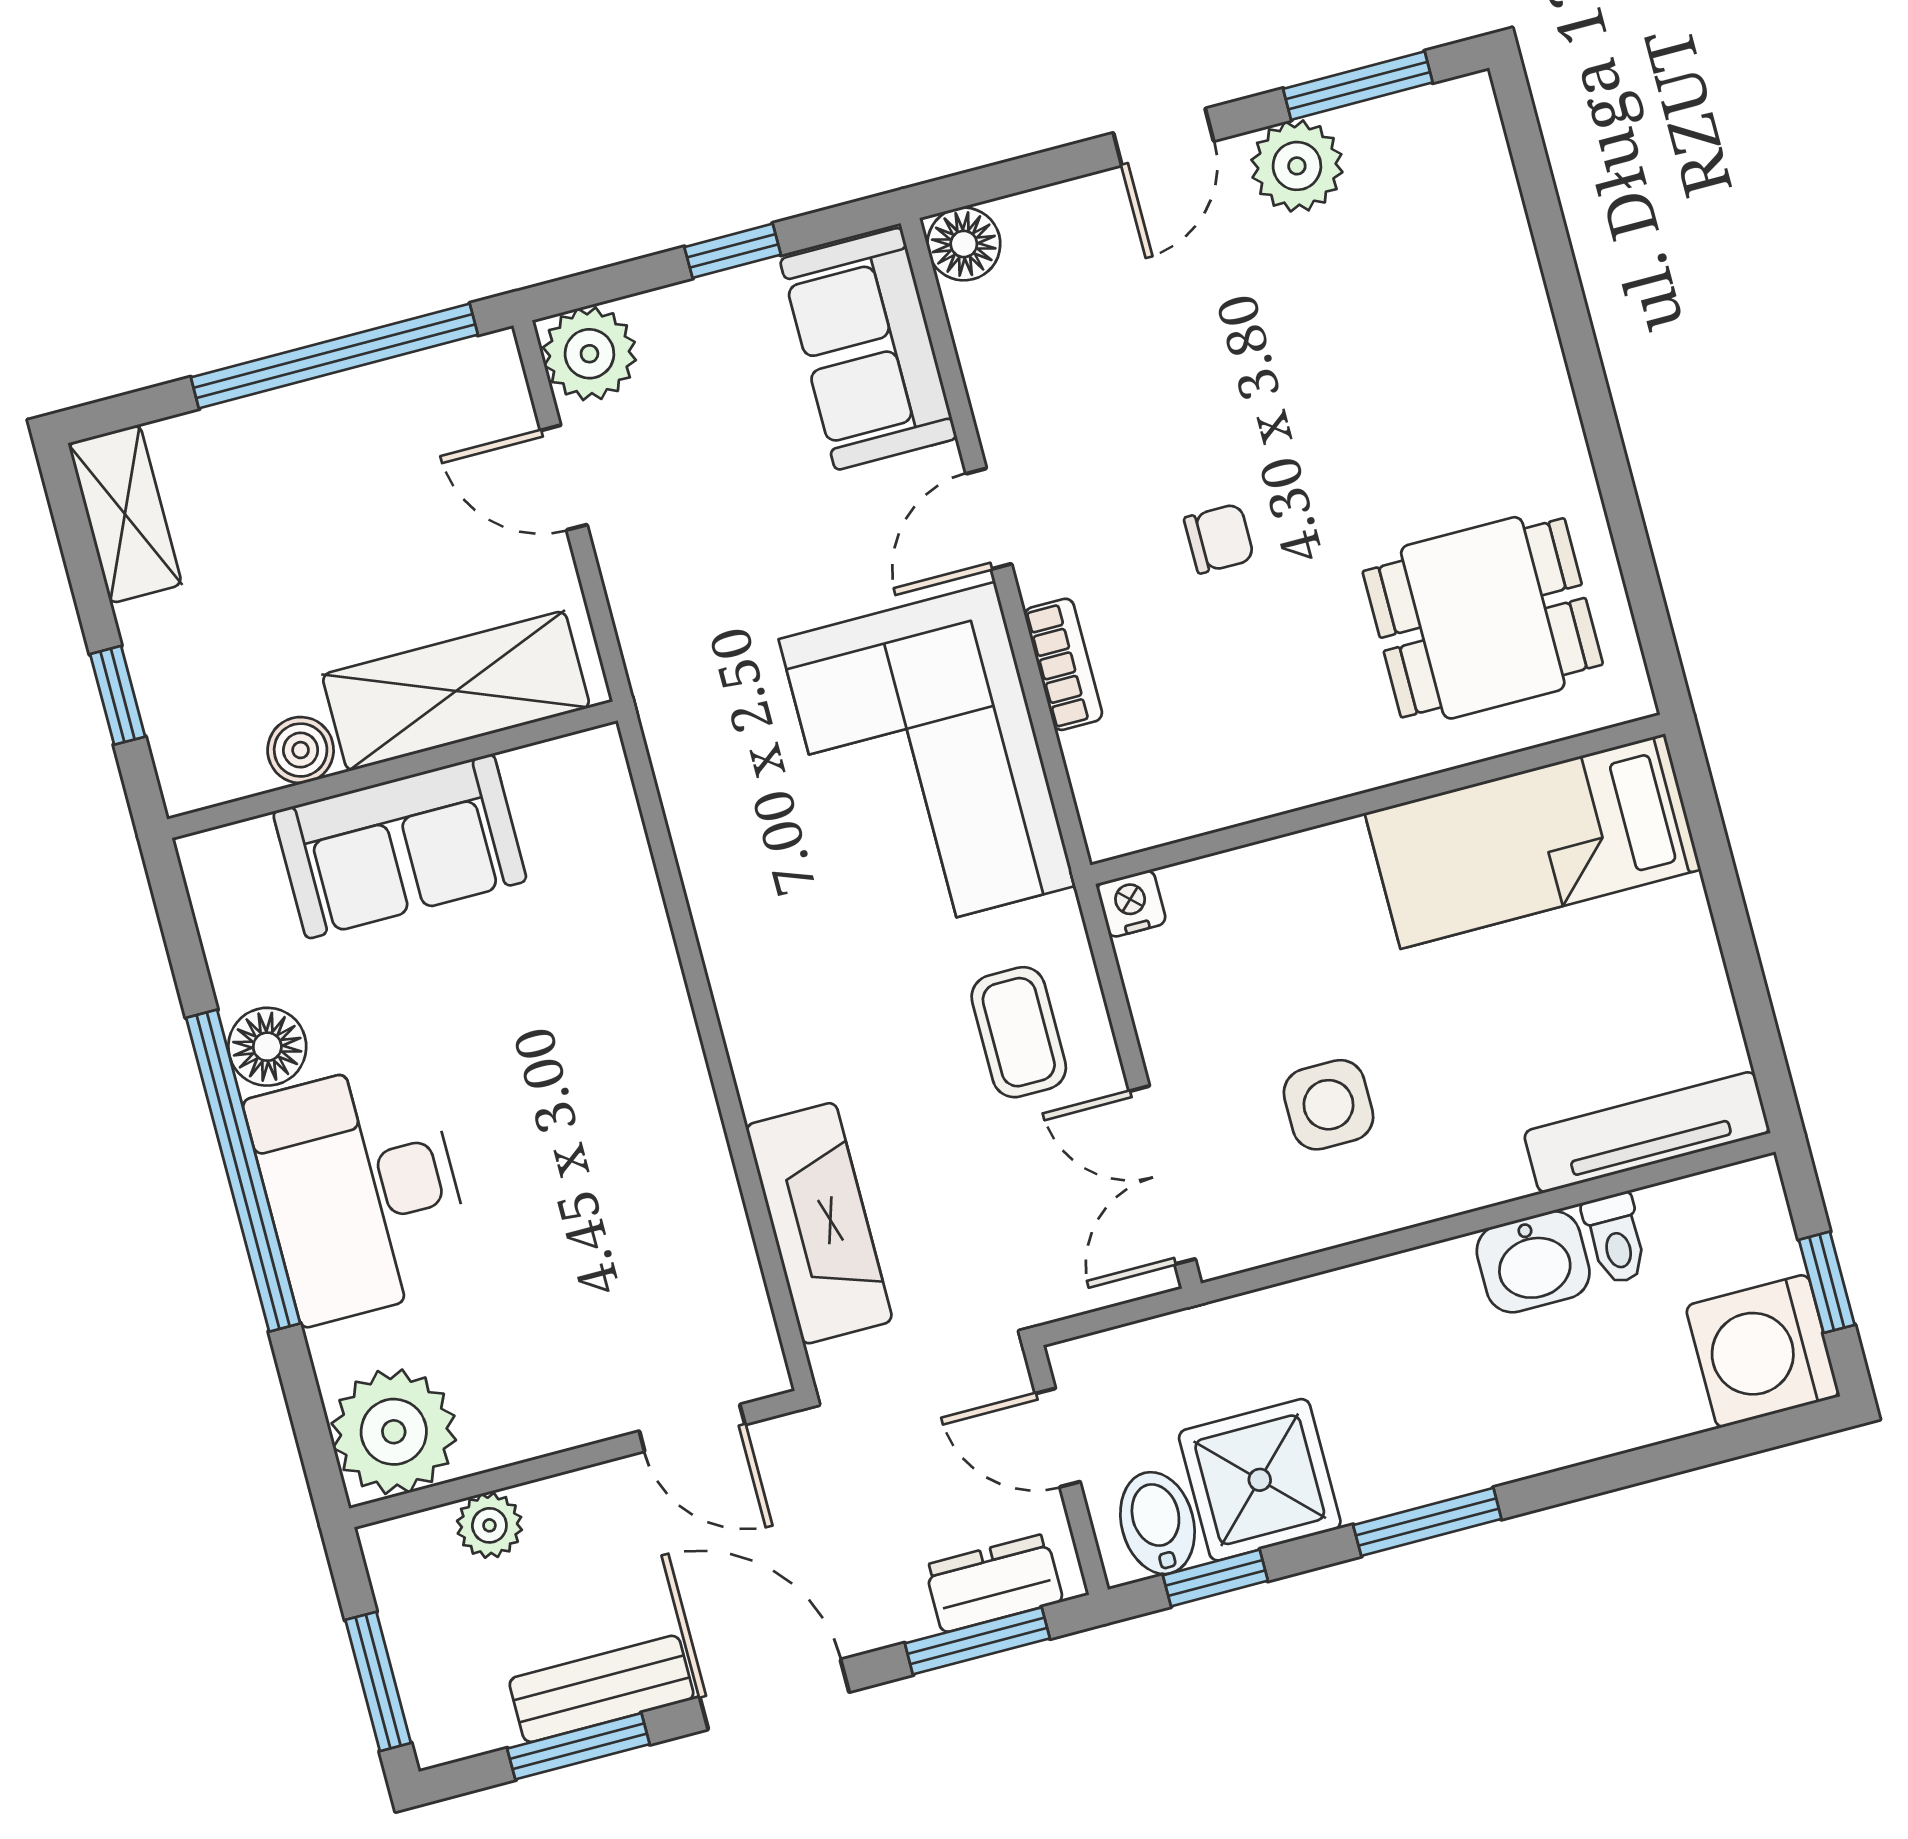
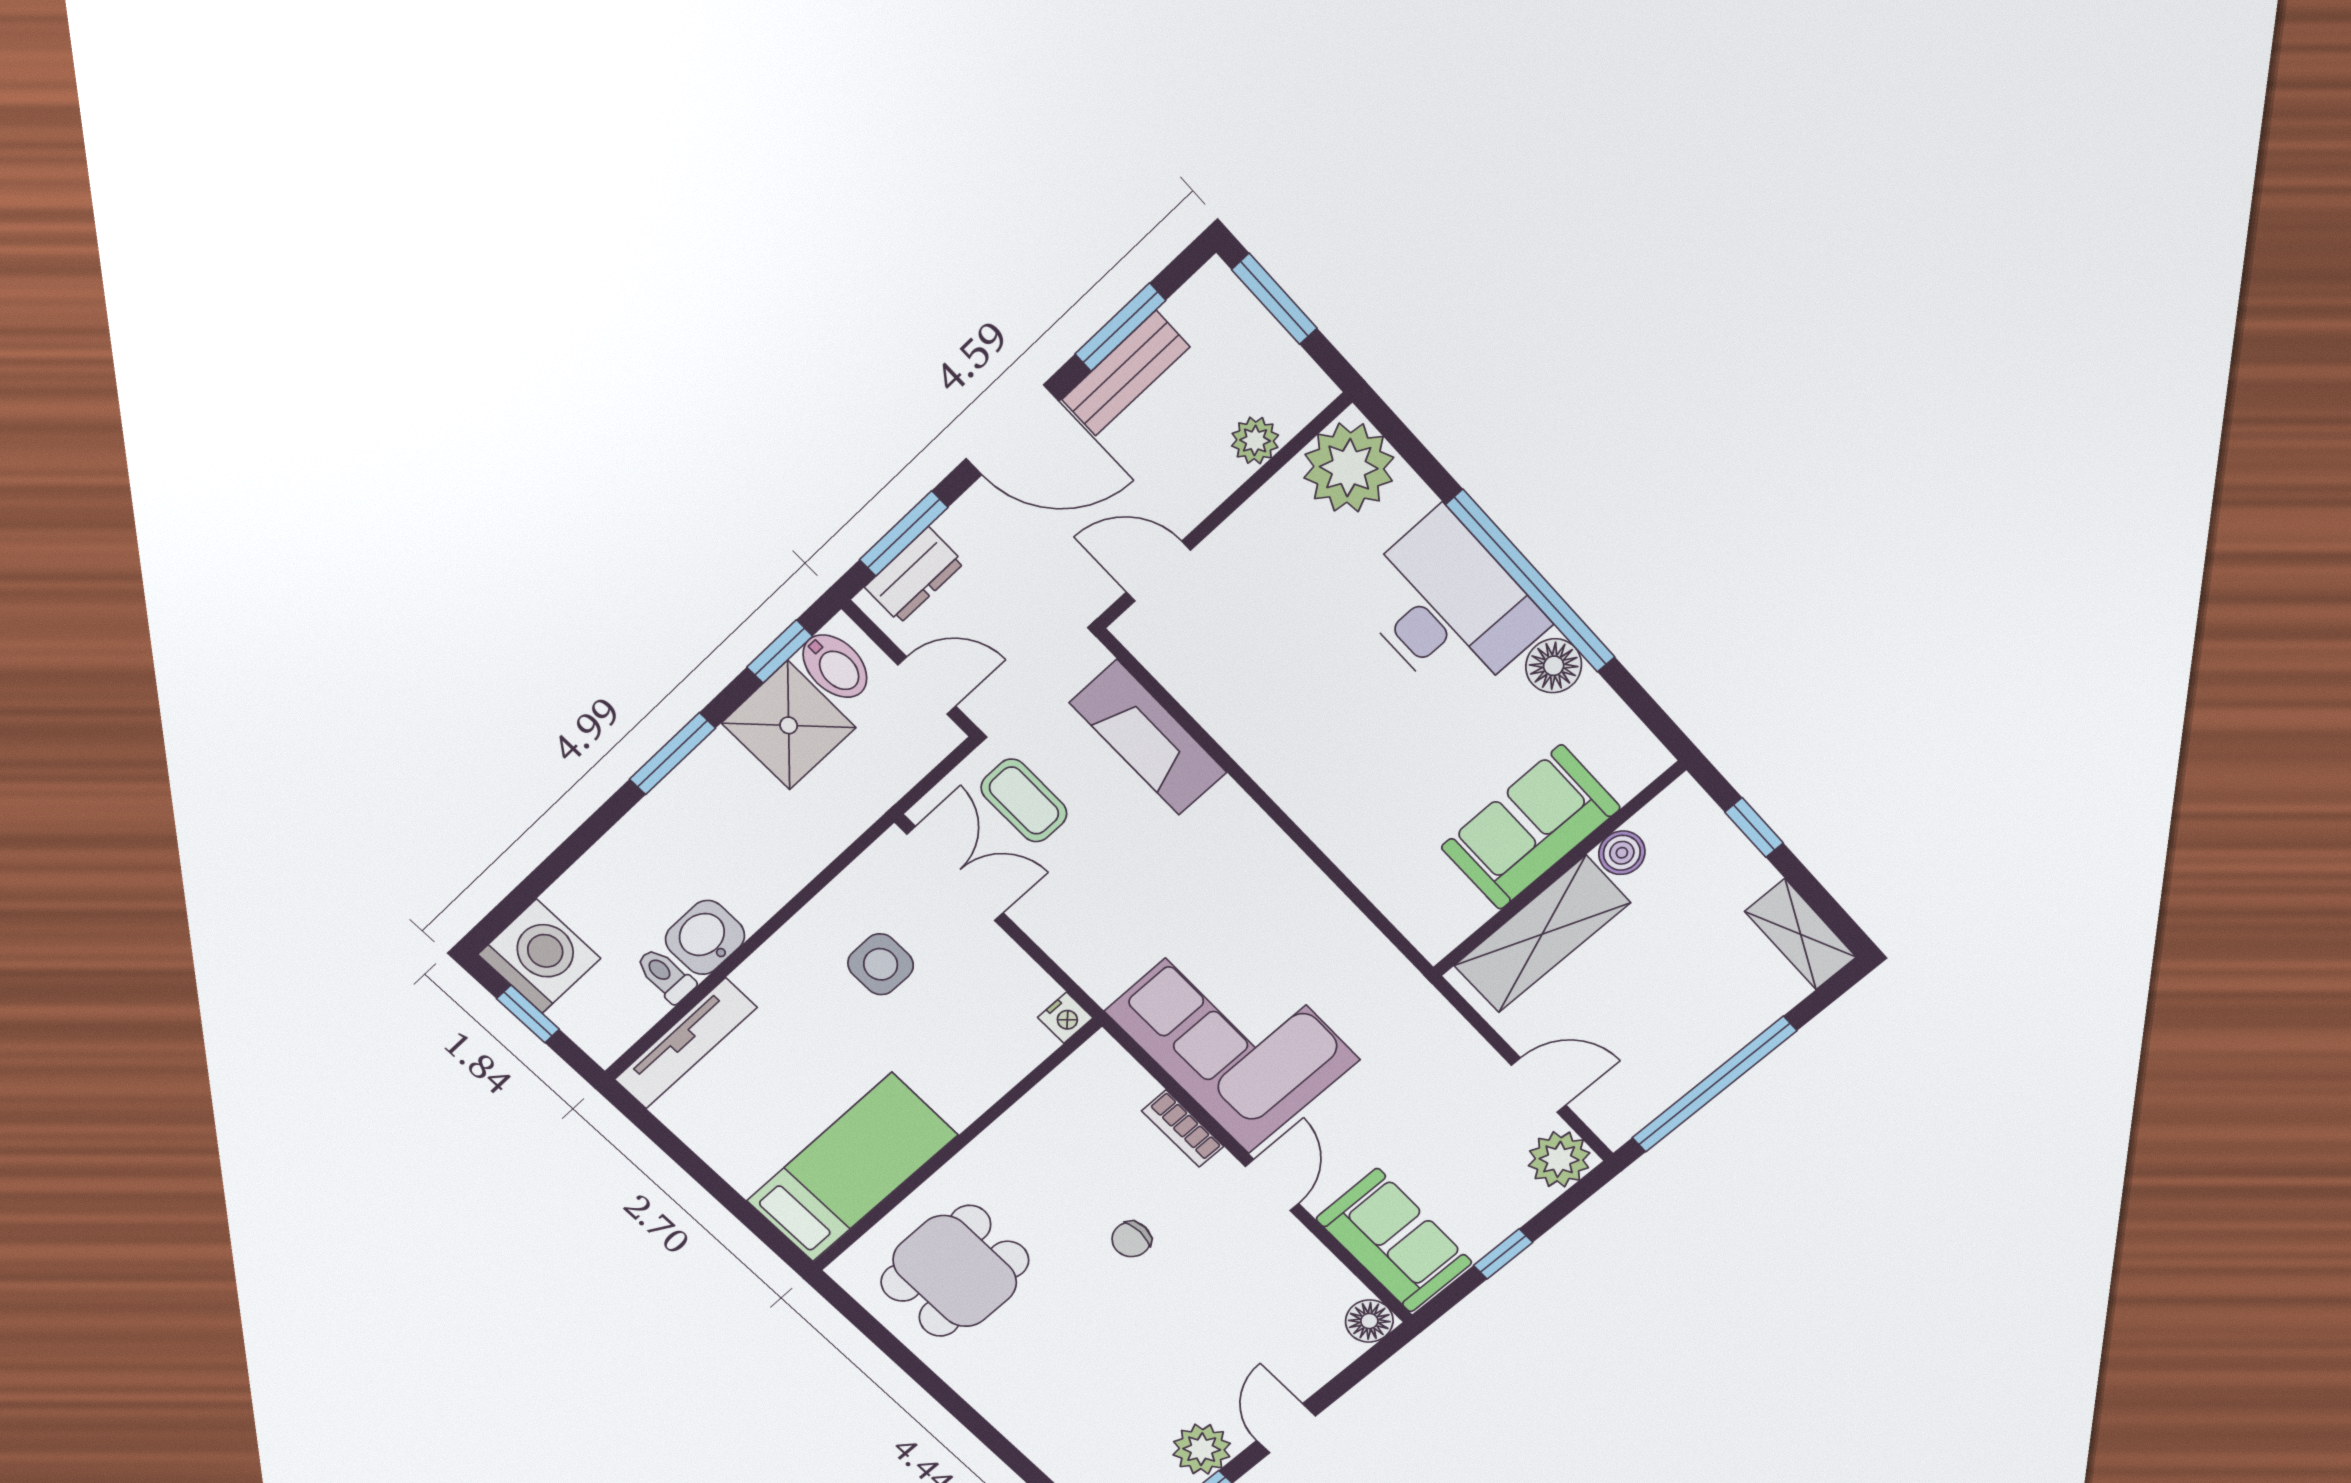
coffee table: (1019, 1032) -> (1024, 801), moved

